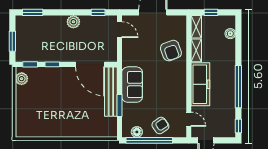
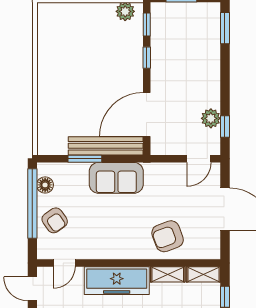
plant: (73, 22) -> (211, 118), moved

